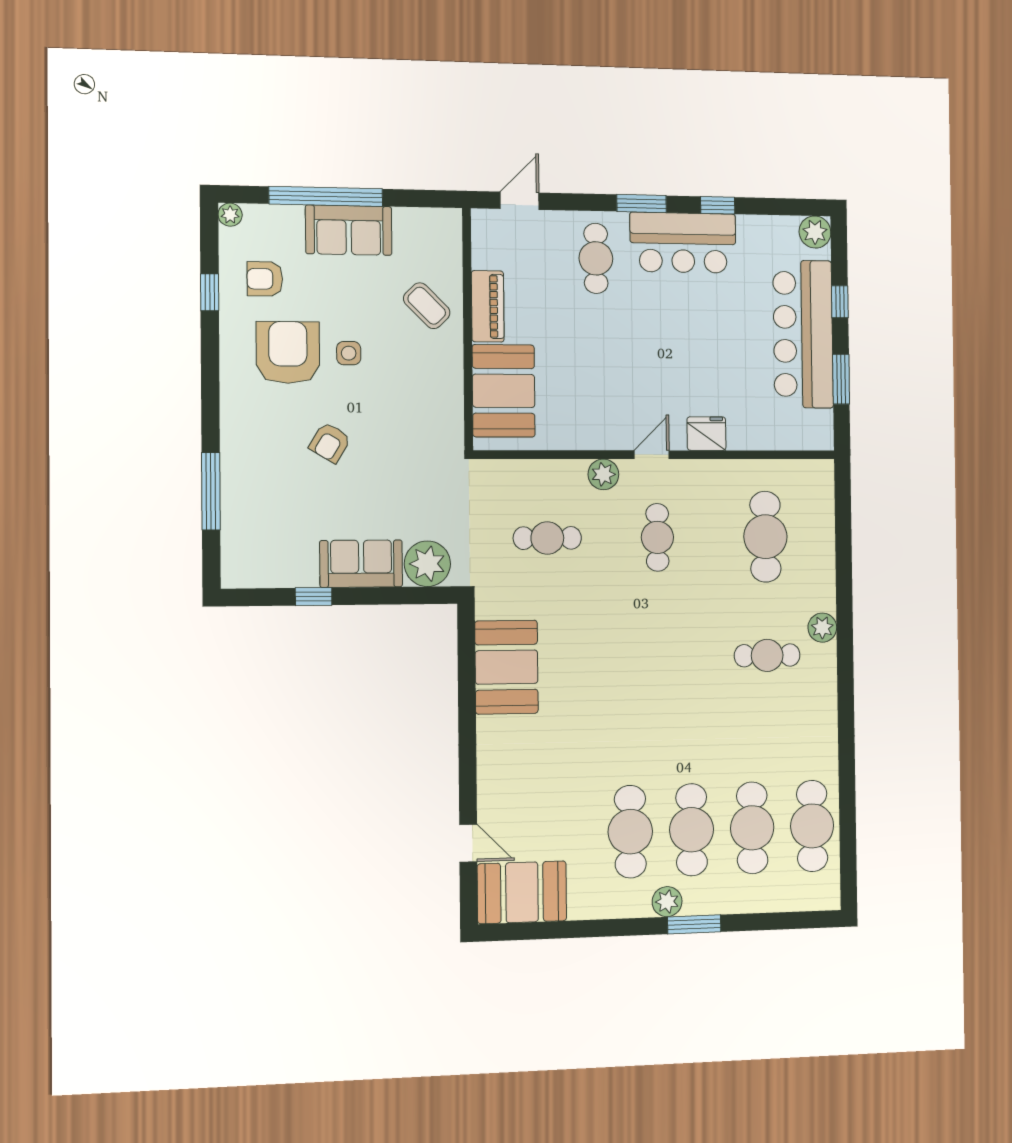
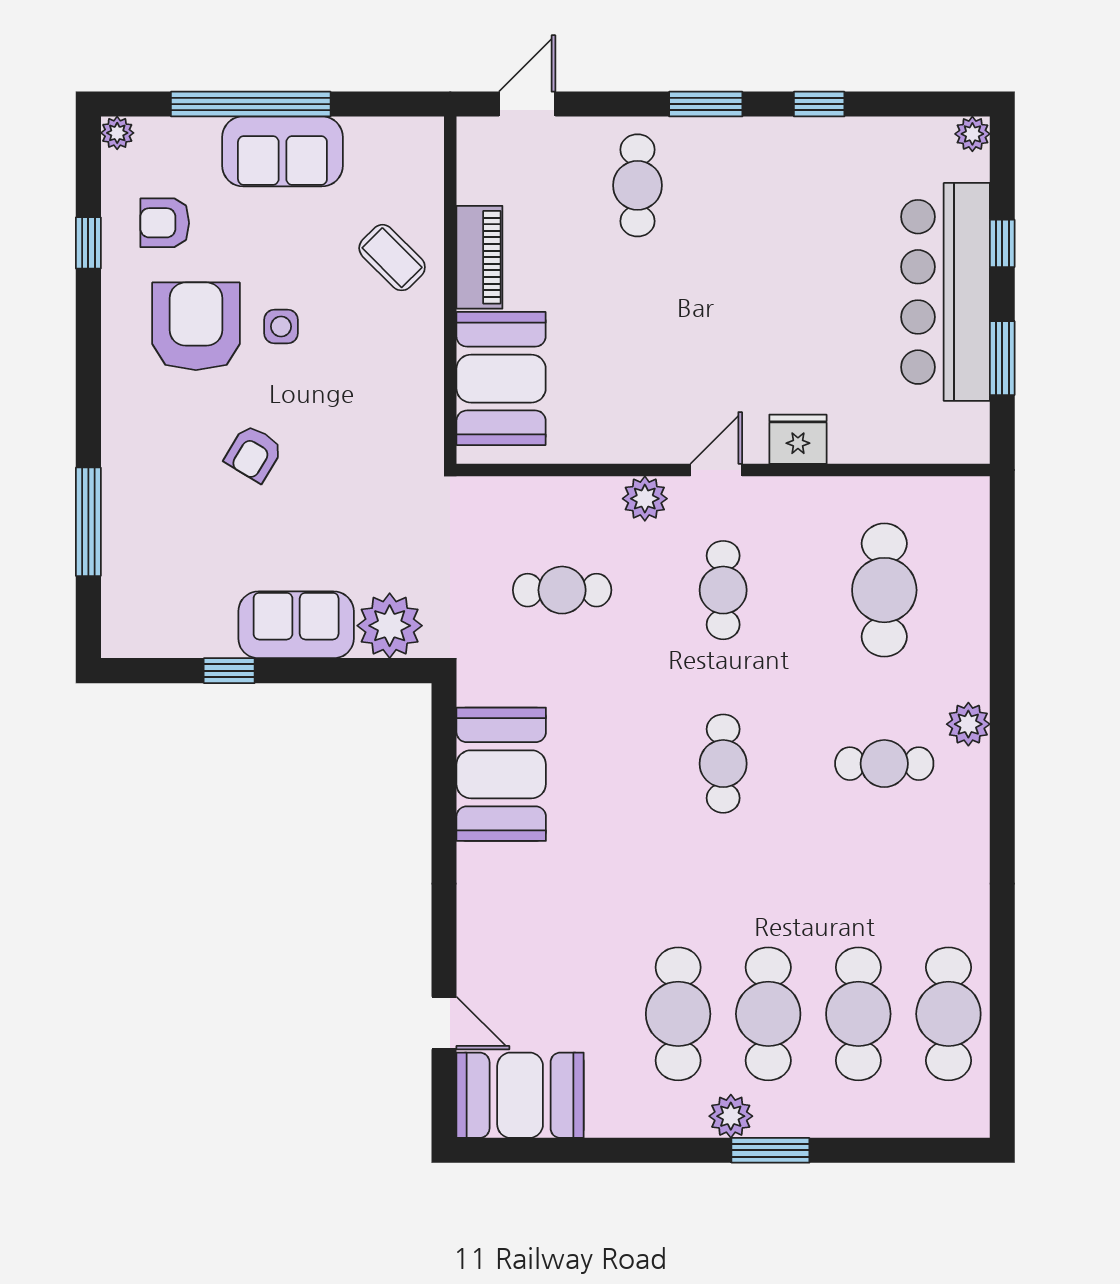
plant: (815, 232) -> (972, 134), width x0.73, depth x0.73
bar counter: (683, 243) -> (767, 160), removed
cafe table: (659, 657) -> (723, 764), added

